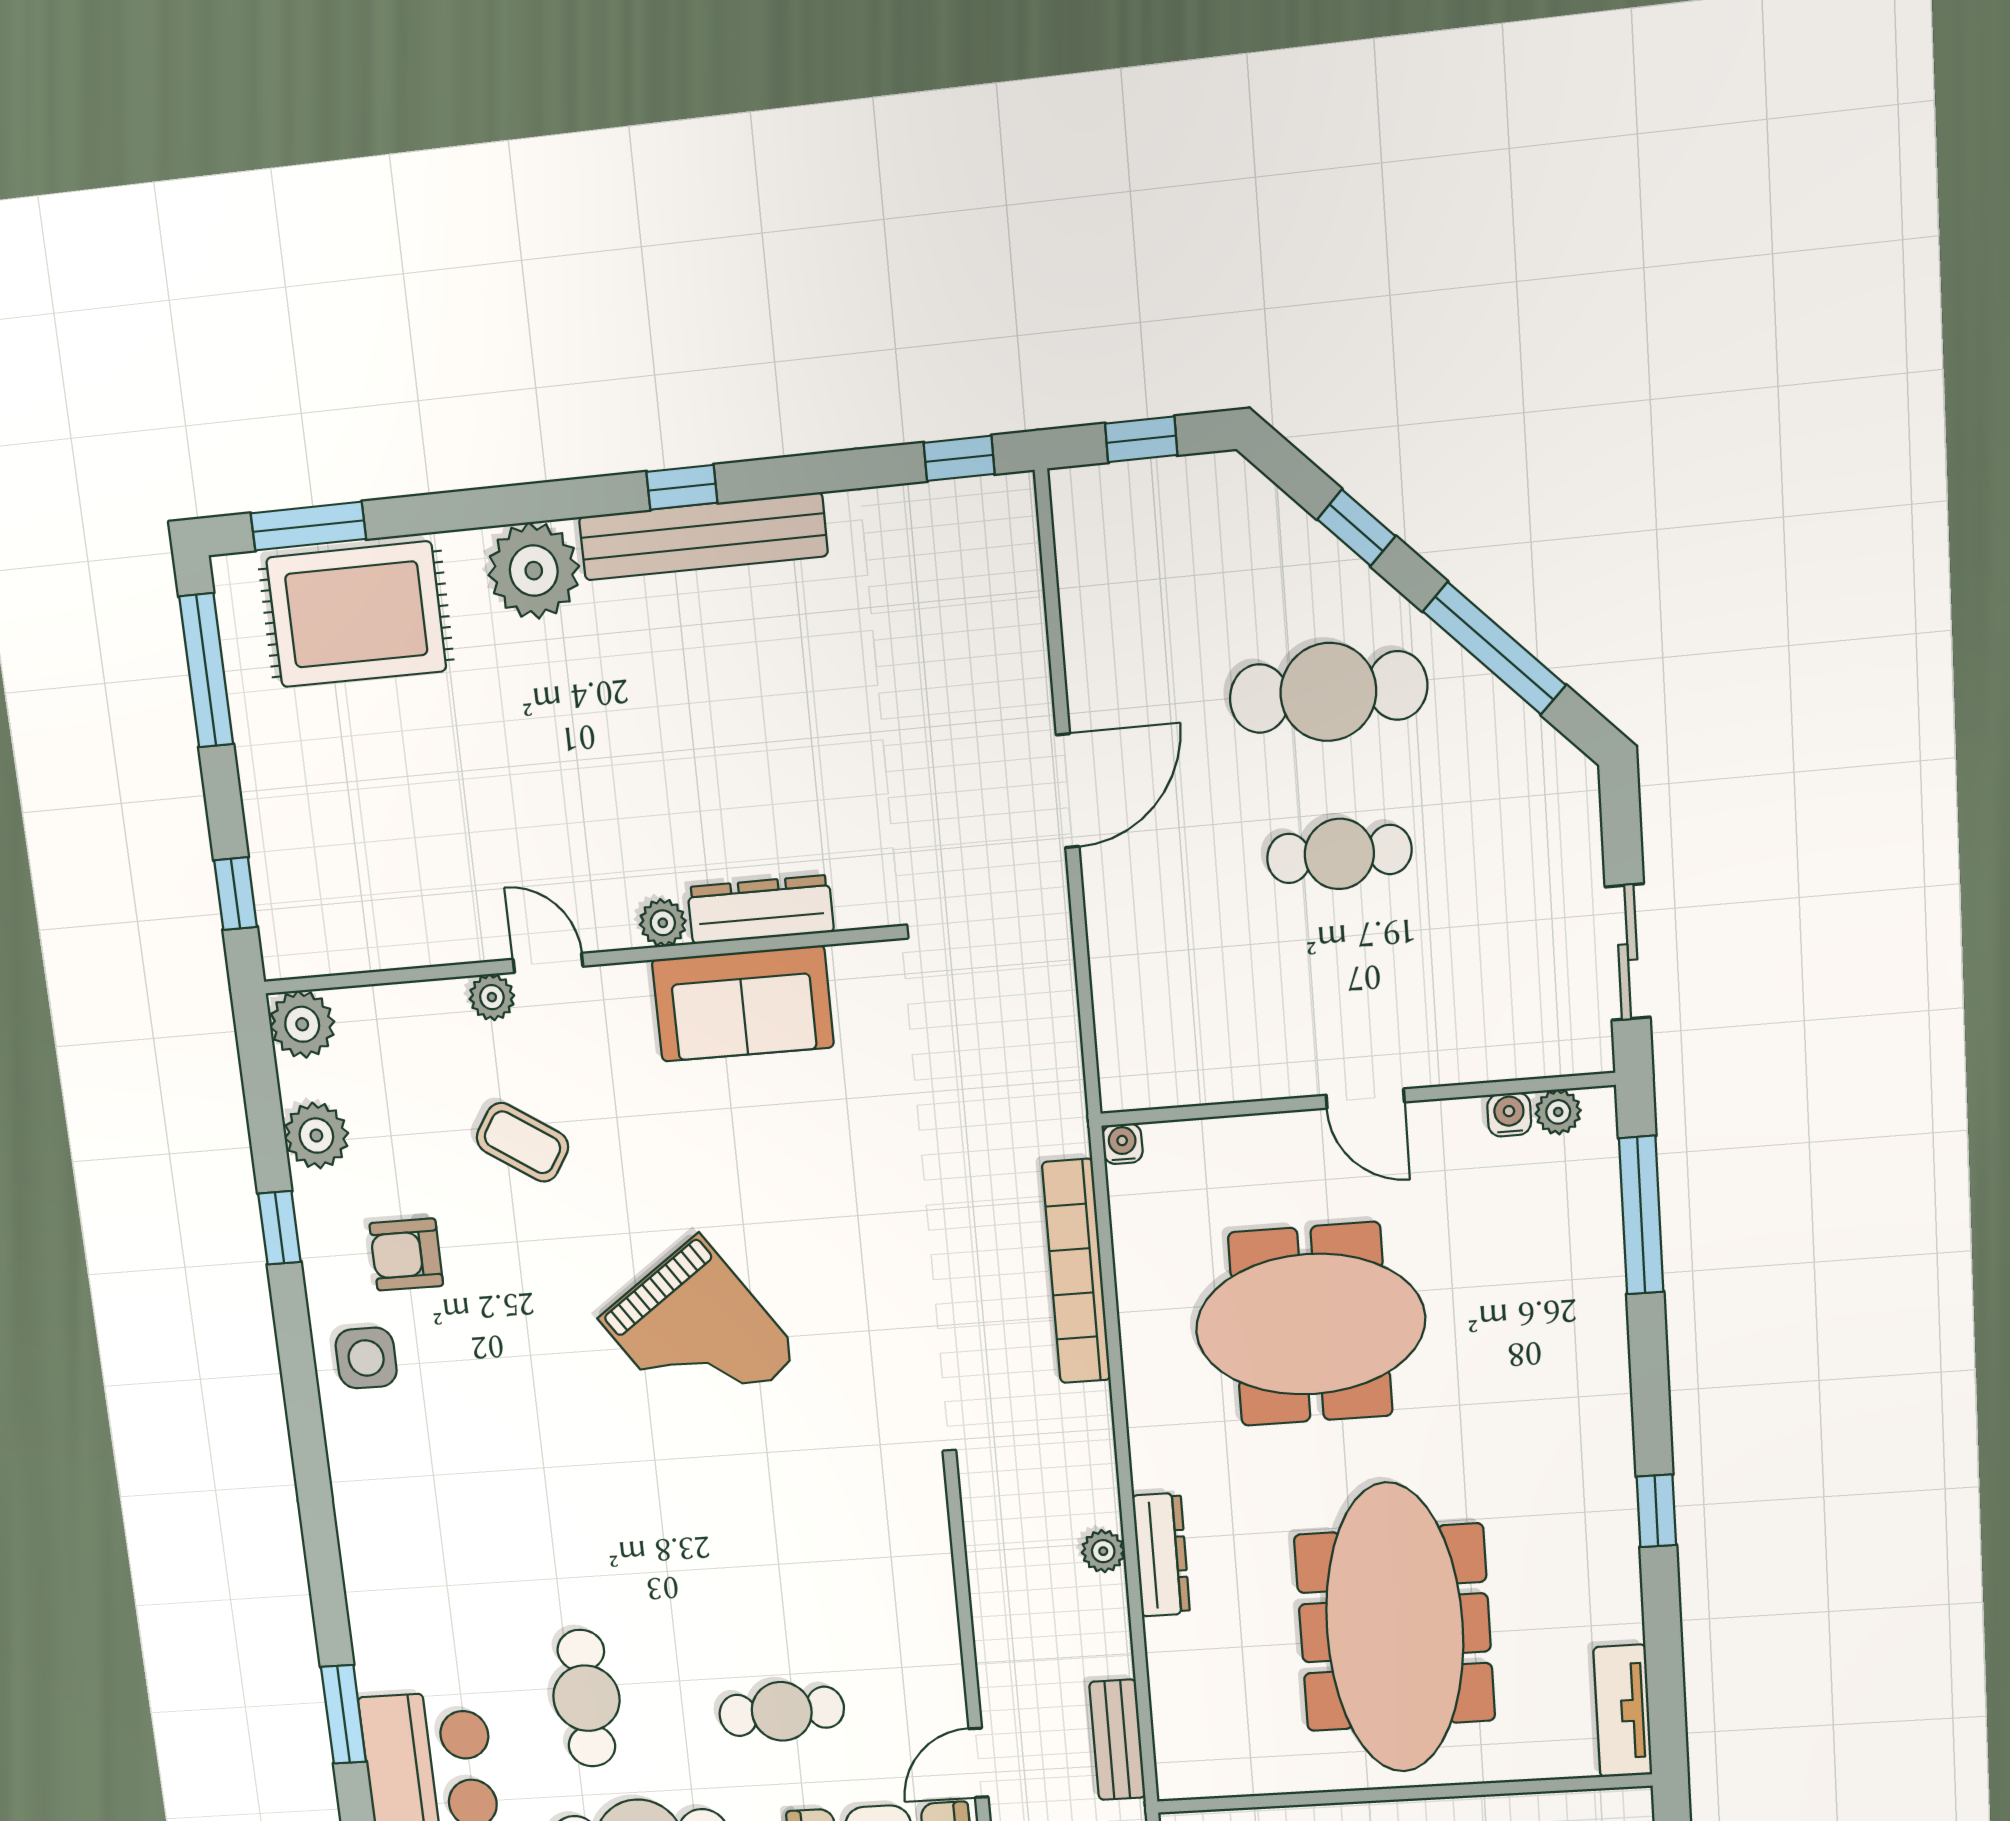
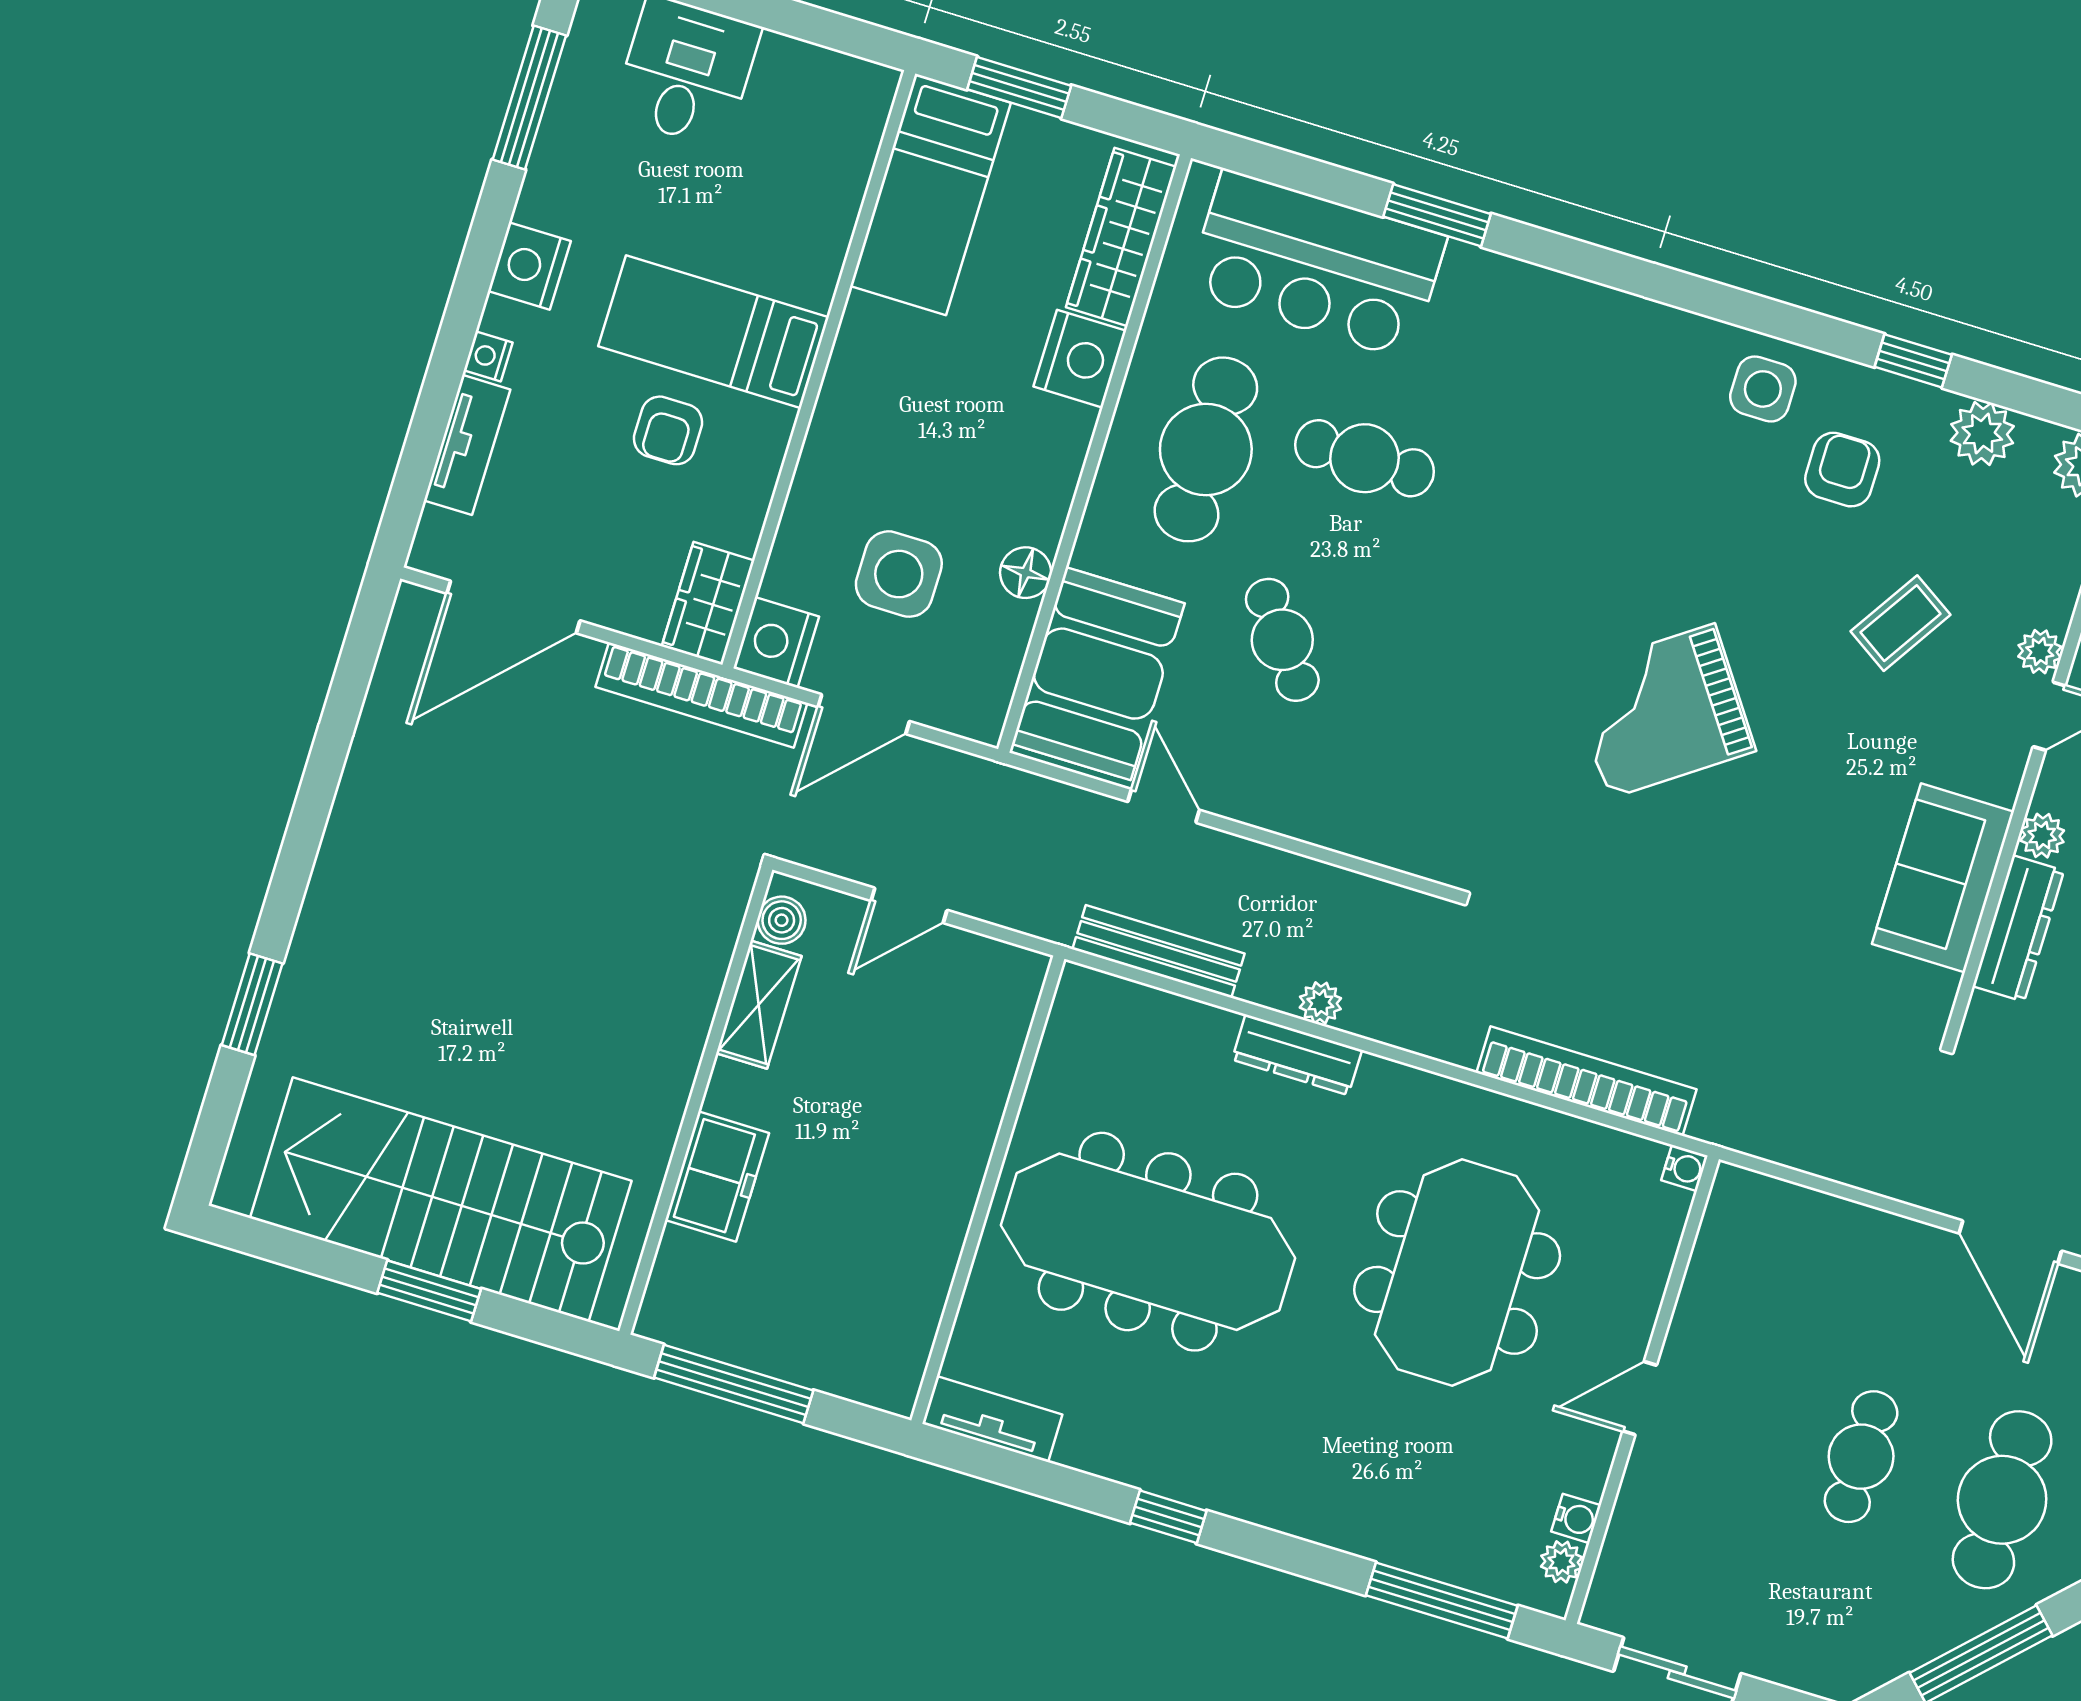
cafe table: (782, 1711) -> (1282, 640), turned -35
bench: (1117, 1740) -> (1159, 951), width x1.36

